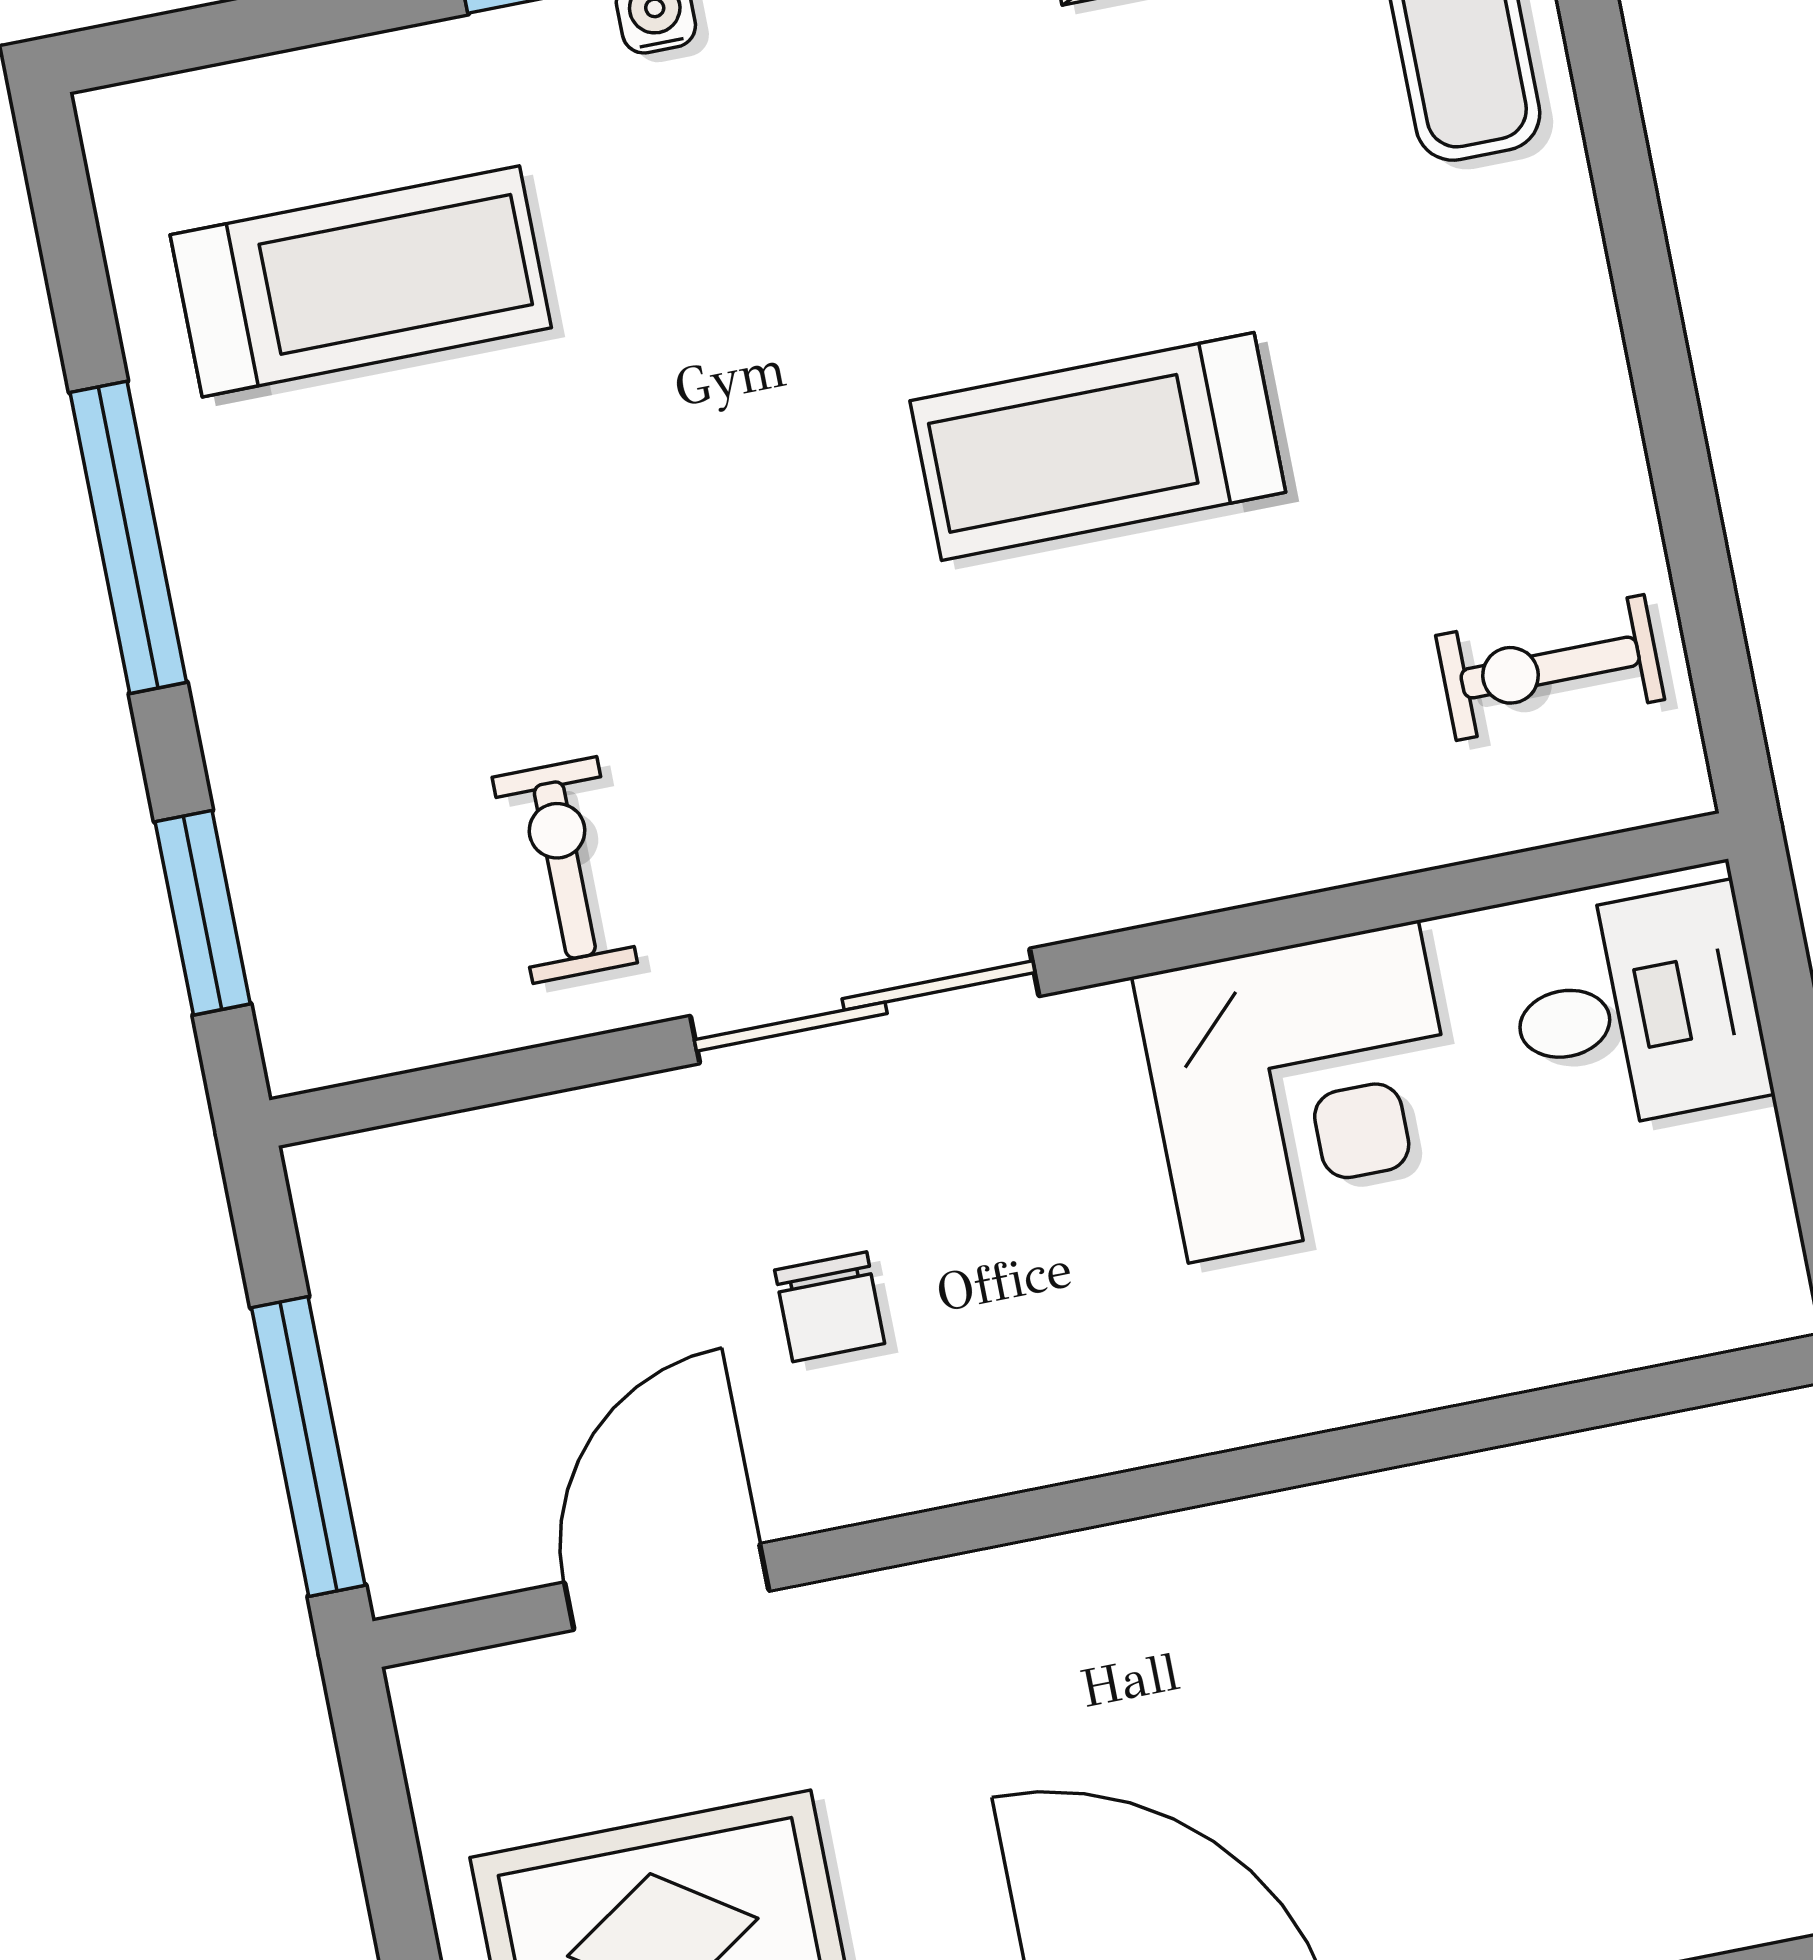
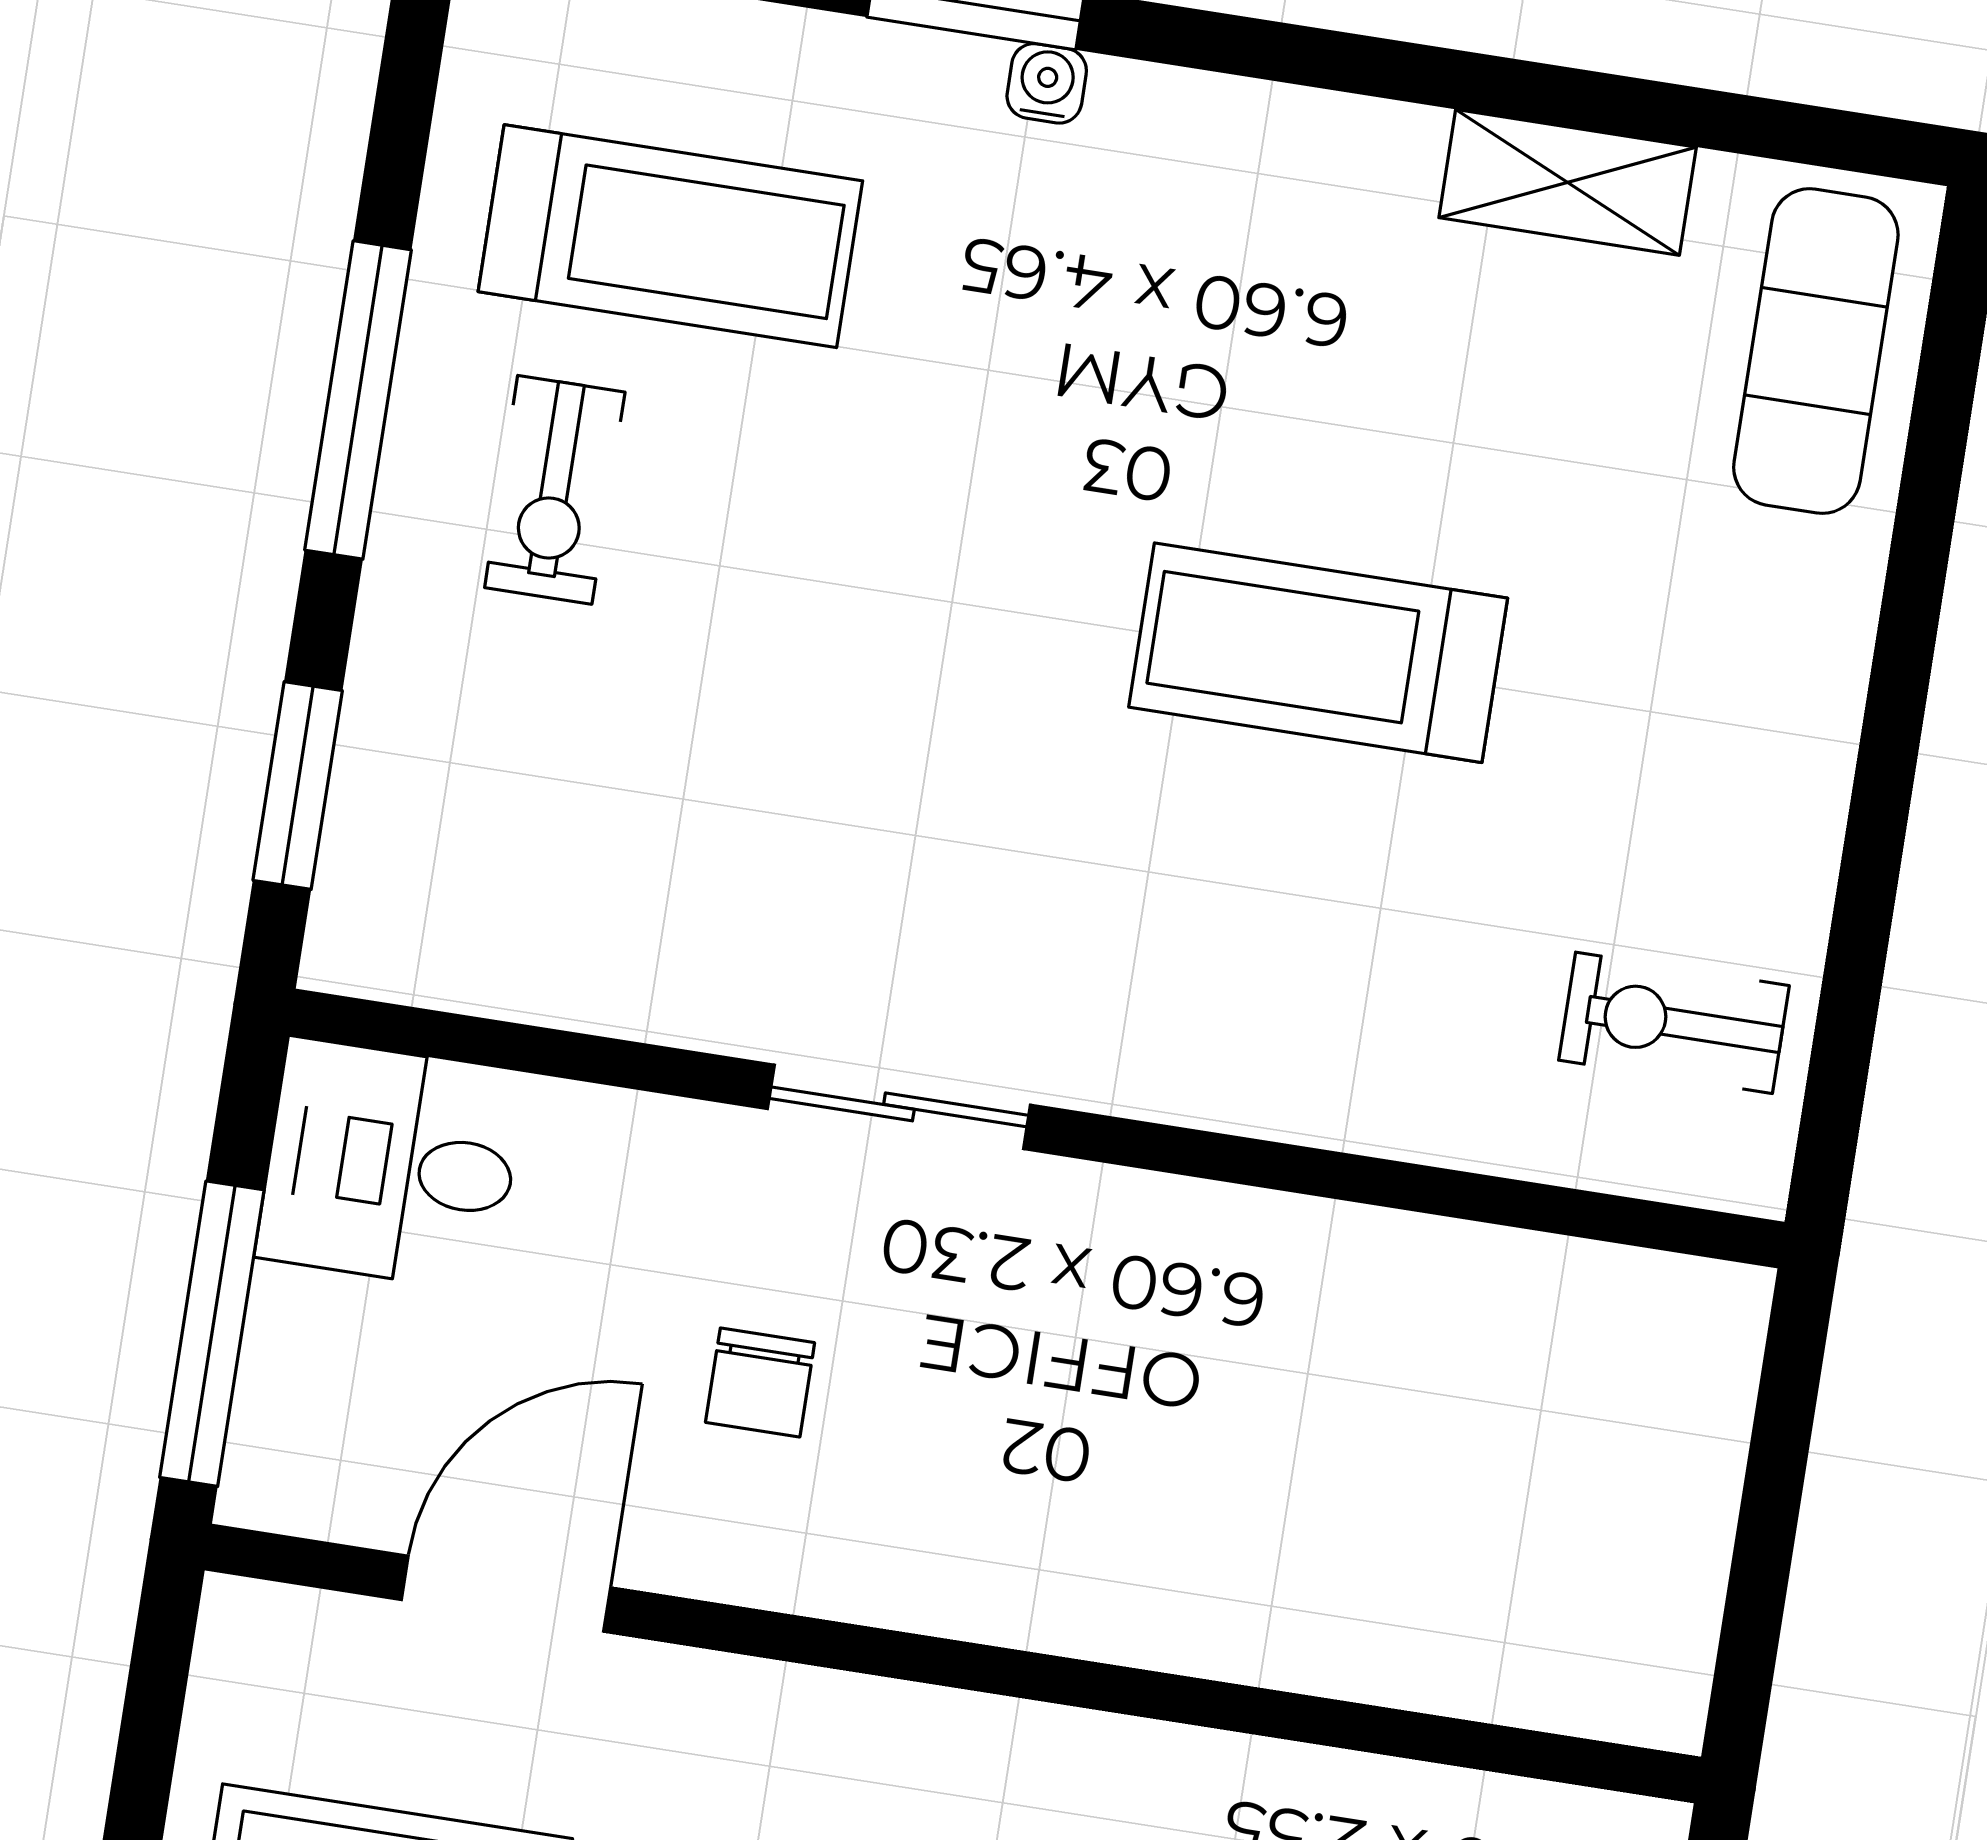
exercise bike: (565, 870) -> (555, 490), moved, turned 180
sliding door: (865, 1006) -> (899, 1107), width x0.73
desk: (1637, 1009) -> (391, 1165), moved, turned 180
corner desk: (1303, 1092) -> (1289, 1343), removed

